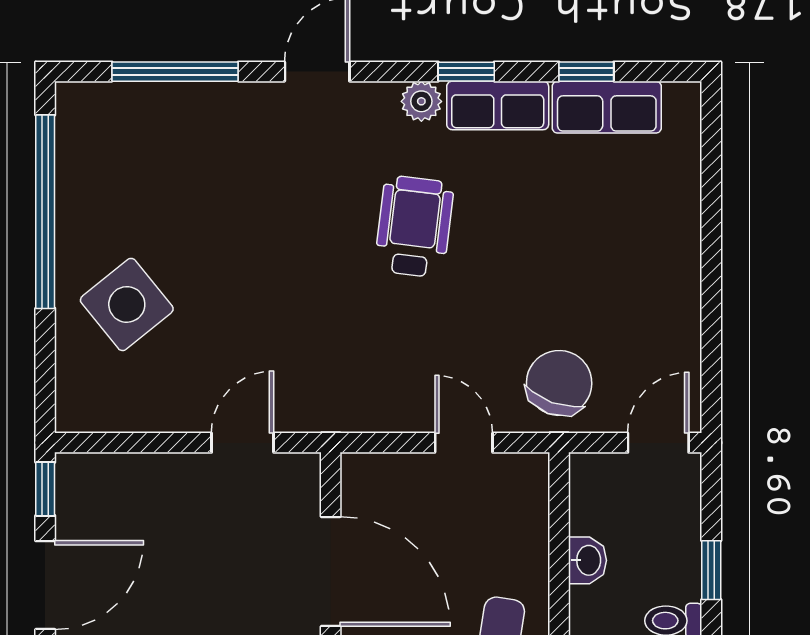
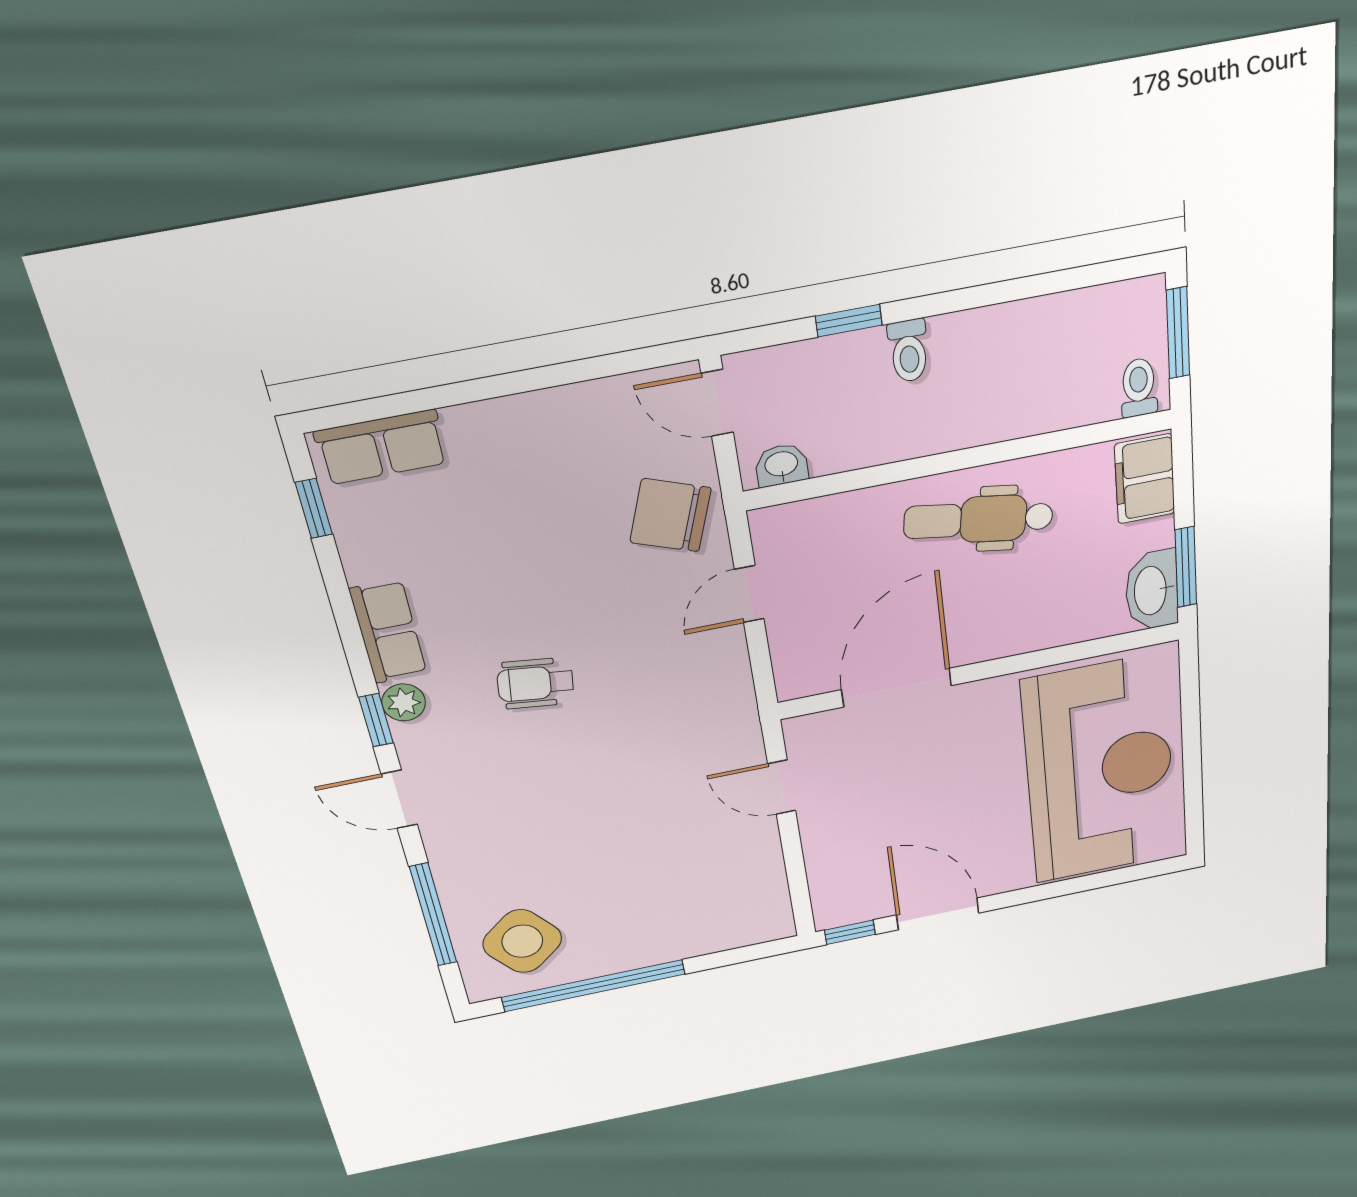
window: (466, 72) -> (376, 720), moved
window: (586, 72) -> (314, 508), moved
row of seats: (607, 107) -> (381, 447), moved, turned 90
wheelchair: (414, 227) -> (535, 683), width x0.73, depth x0.73
side table: (127, 304) -> (522, 941), moved
washbasin: (588, 560) -> (781, 465), moved

